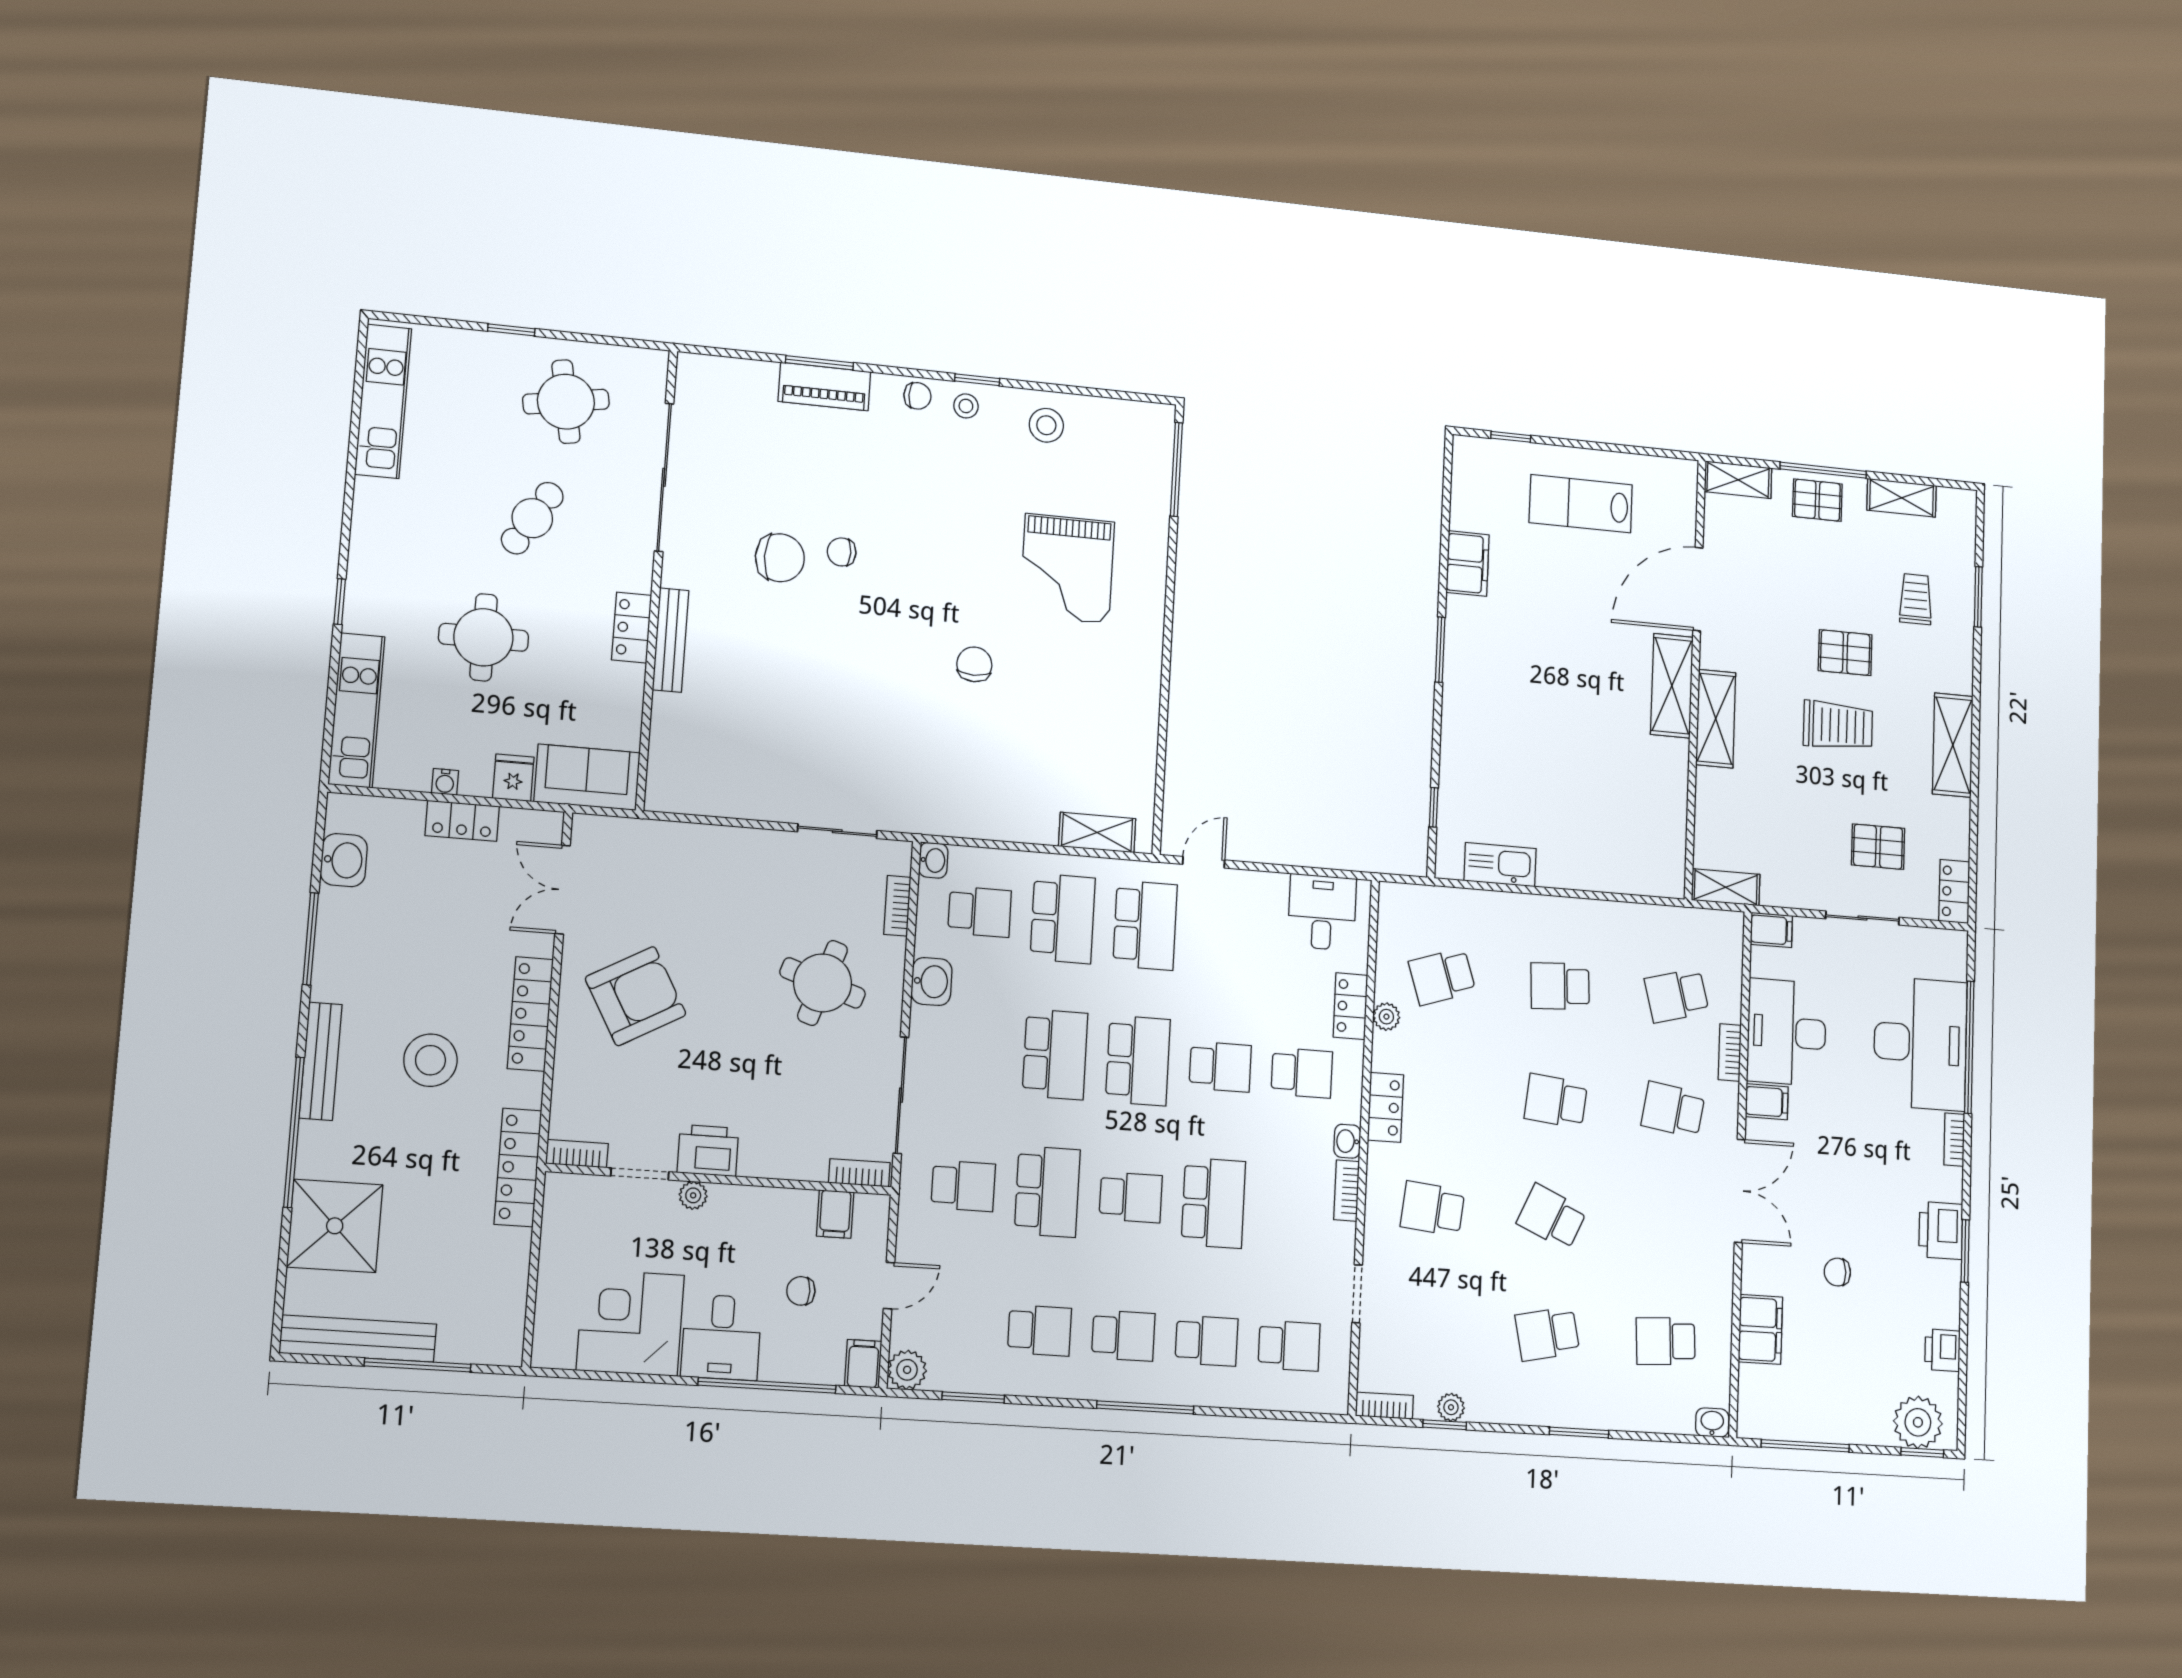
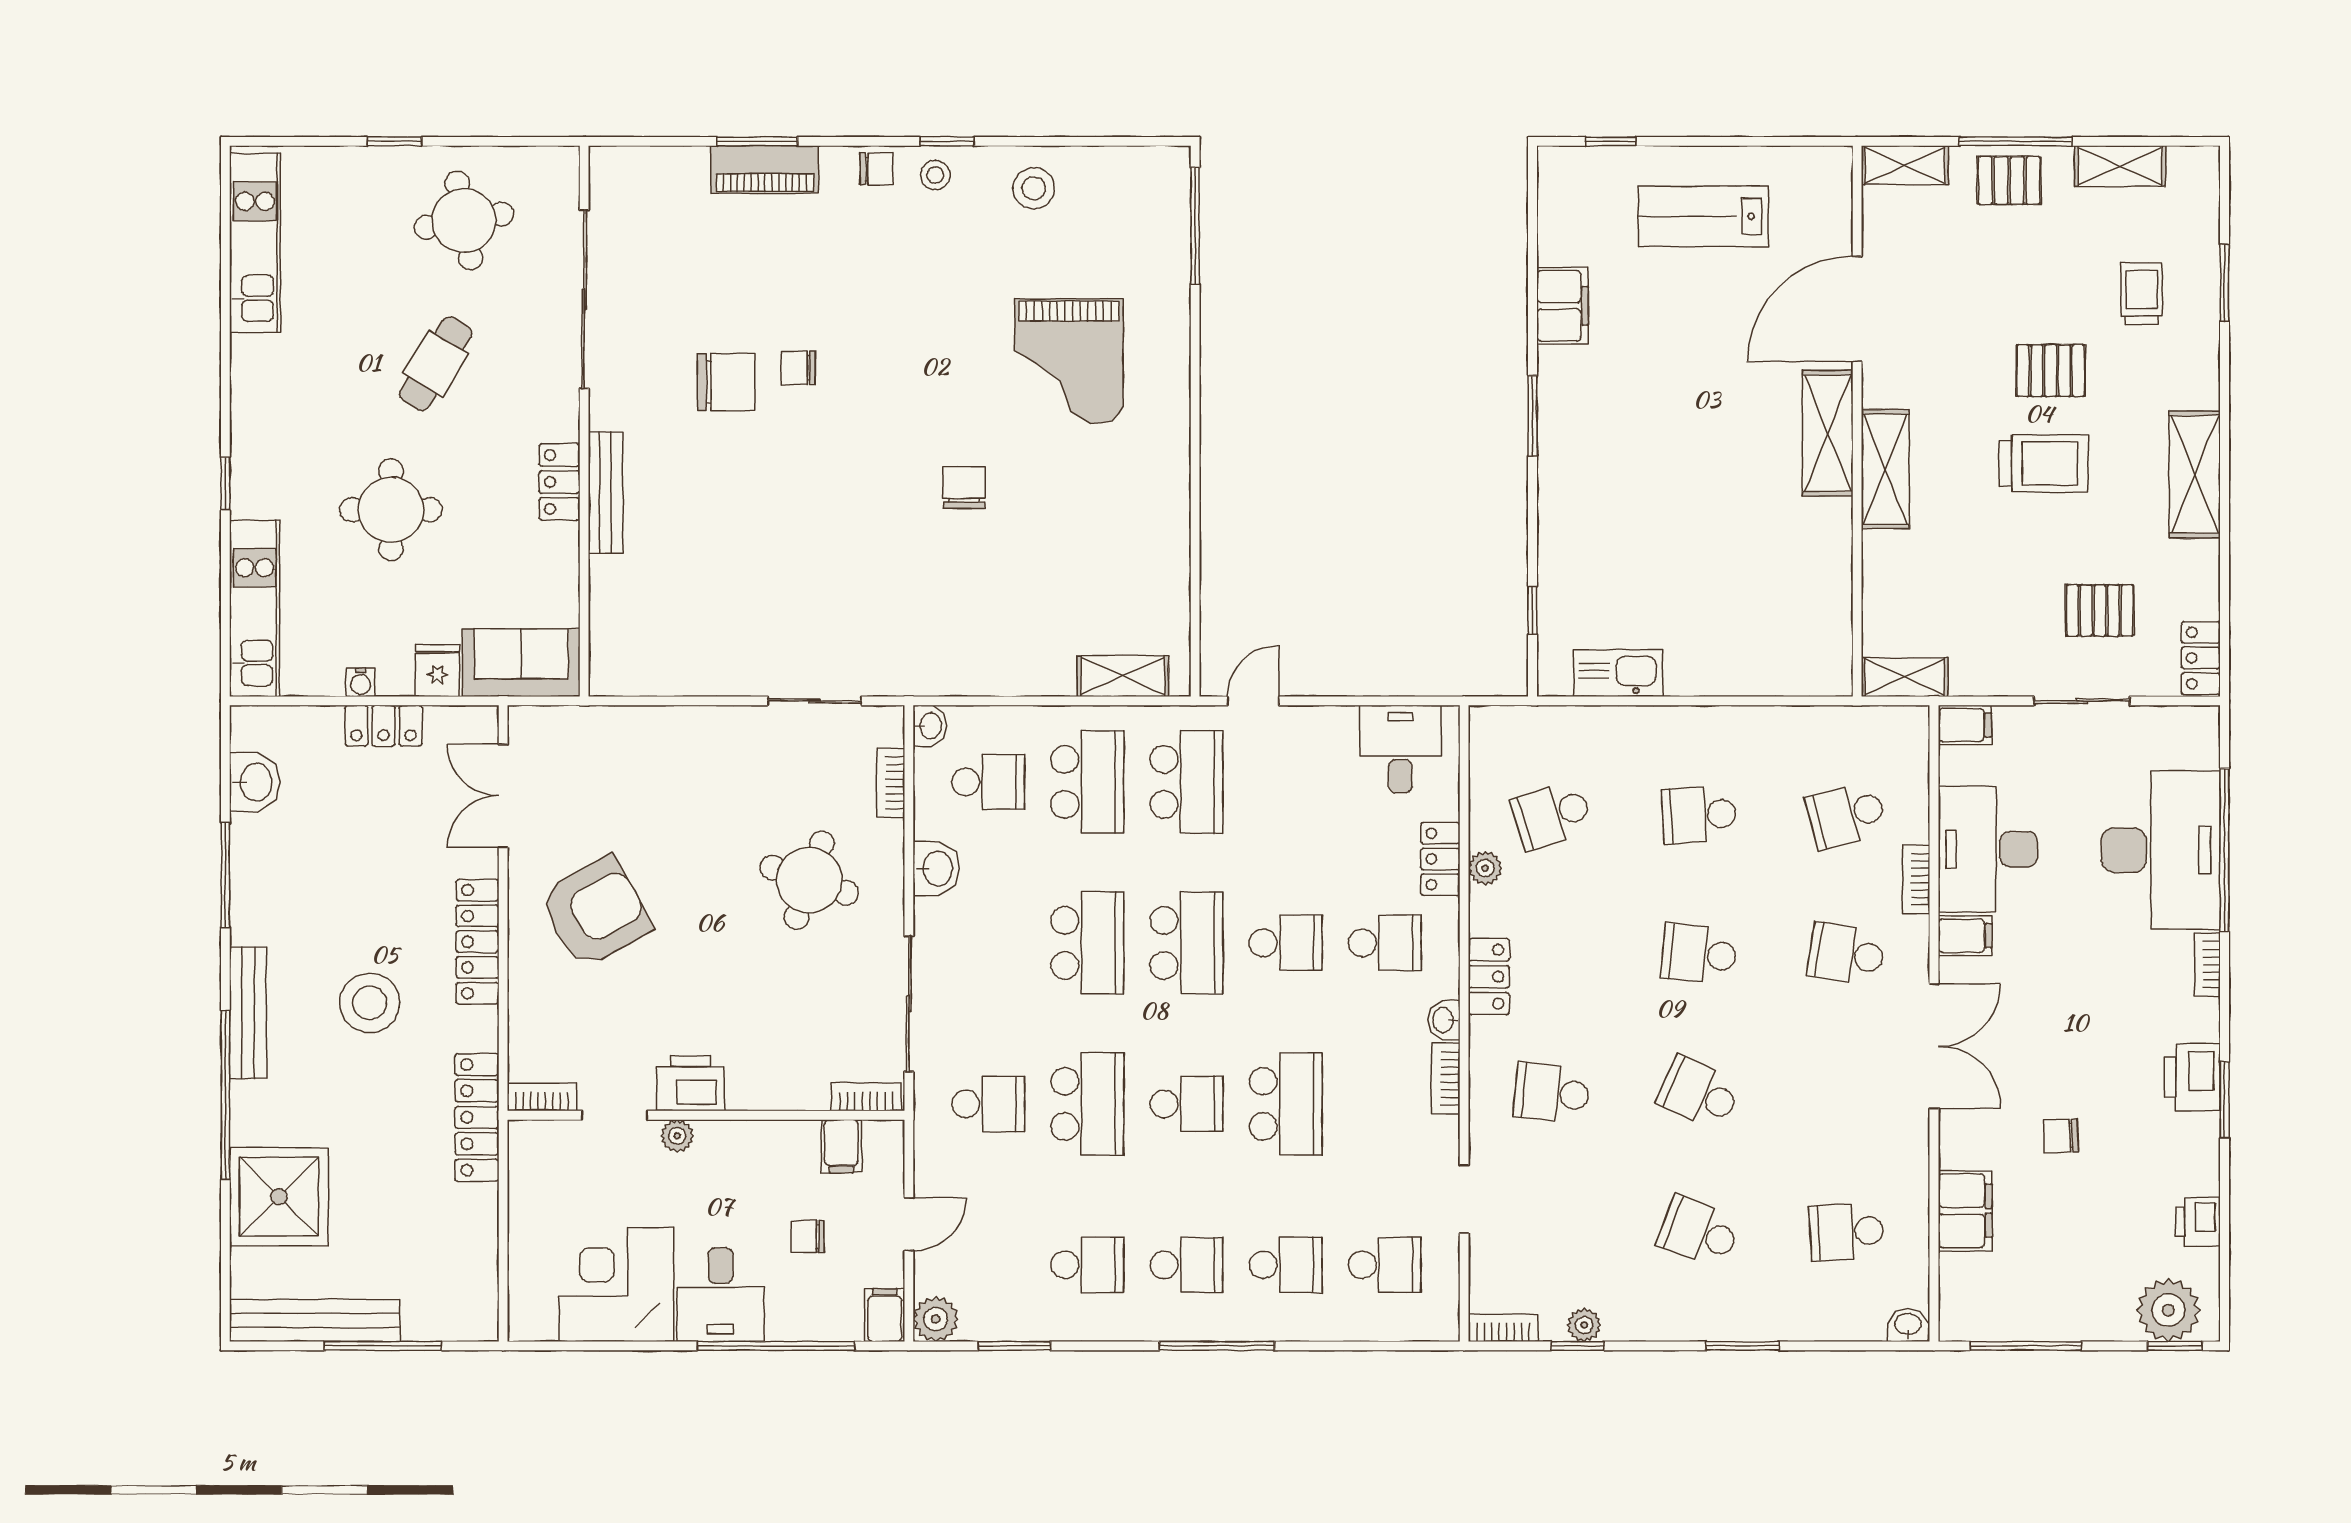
school desk: (1547, 1334) -> (1699, 1232), turned 33

